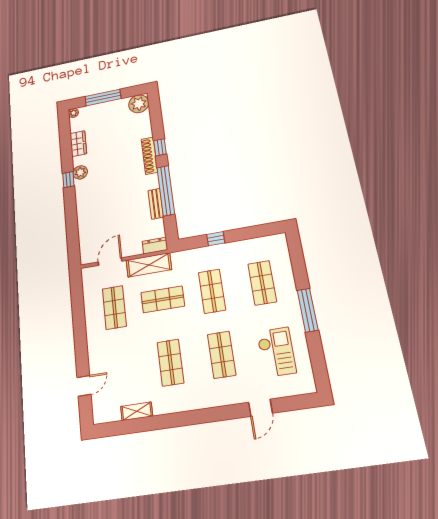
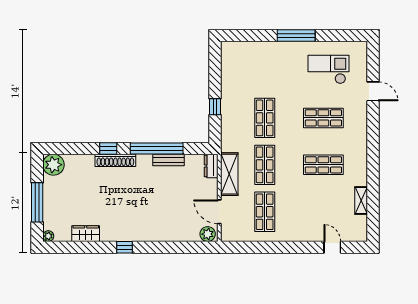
plant: (80, 172) -> (208, 234), moved
shop shelf: (262, 283) -> (265, 71), removed
shop shelf: (212, 291) -> (265, 118), turned 90
shop shelf: (114, 307) -> (265, 212), turned 90

